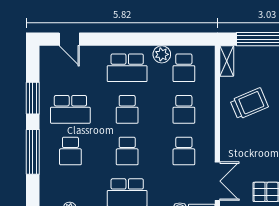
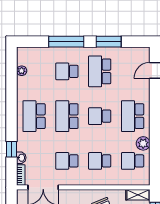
school desk: (127, 151) -> (67, 116), width x1.85

